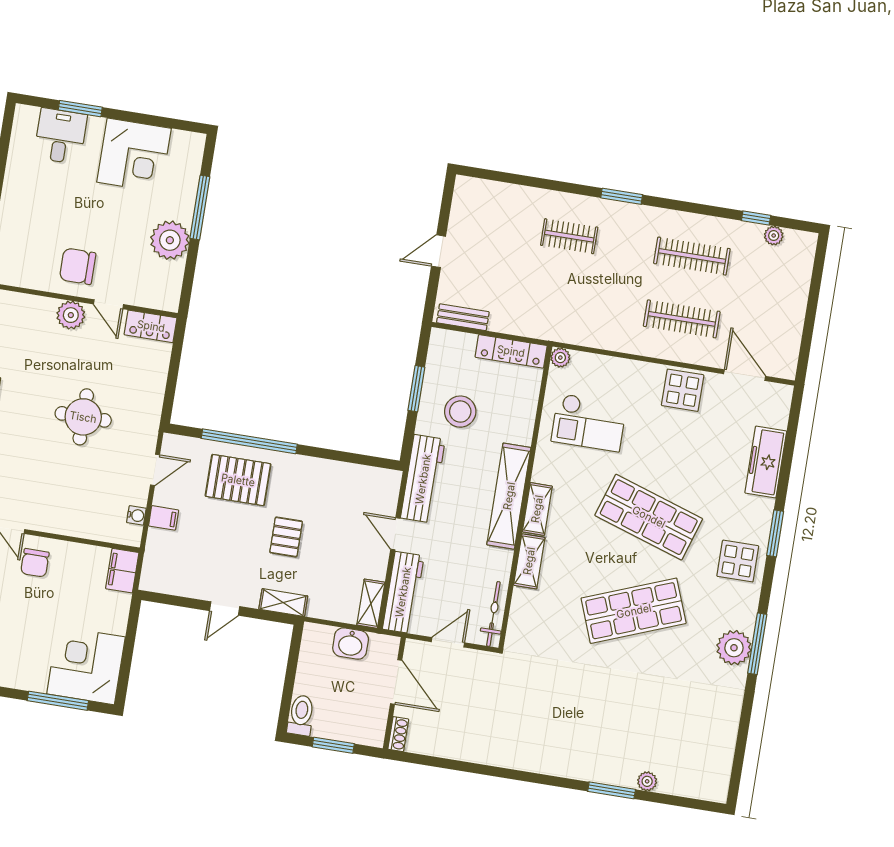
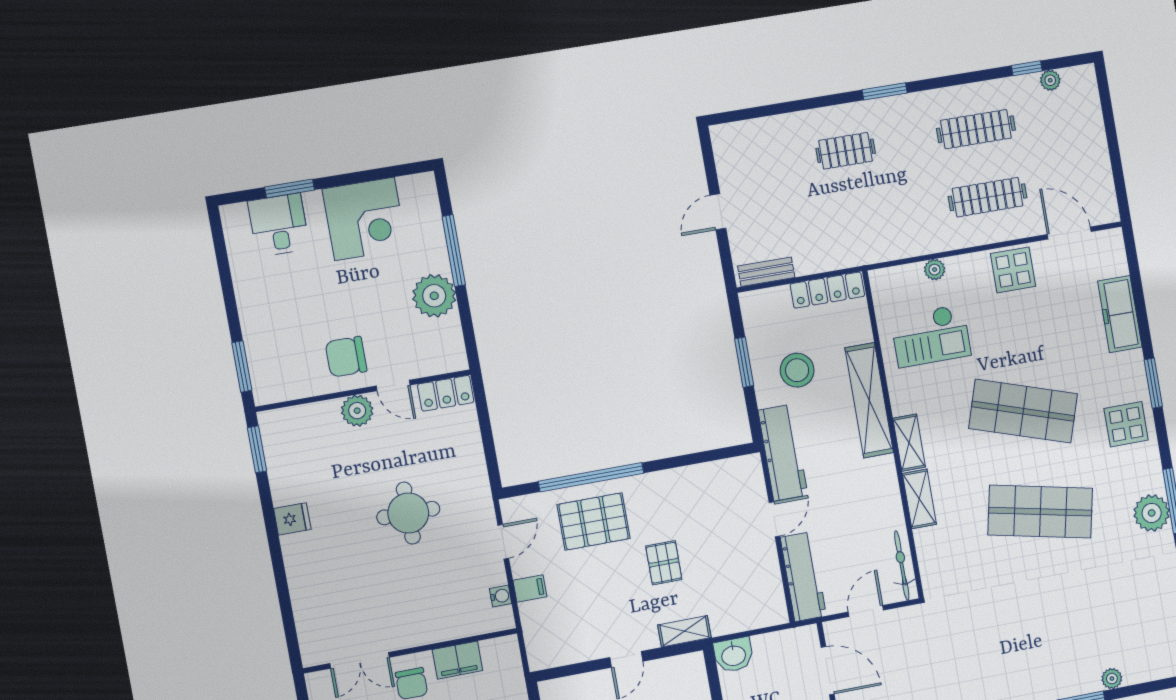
plant: (560, 358) -> (935, 270), moved
shelving: (509, 496) -> (869, 400), moved
door: (395, 534) -> (774, 519), swing flipped
filing cabinet: (122, 571) -> (458, 660), moved, turned -90
shelving: (371, 604) -> (774, 600), removed
shop shelf: (634, 611) -> (1040, 512), turned 33
washbasin: (351, 644) -> (733, 655), moved

